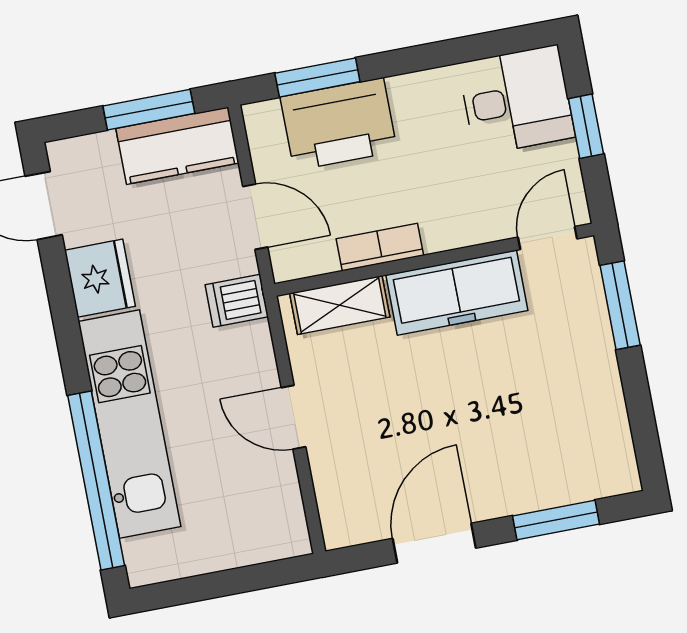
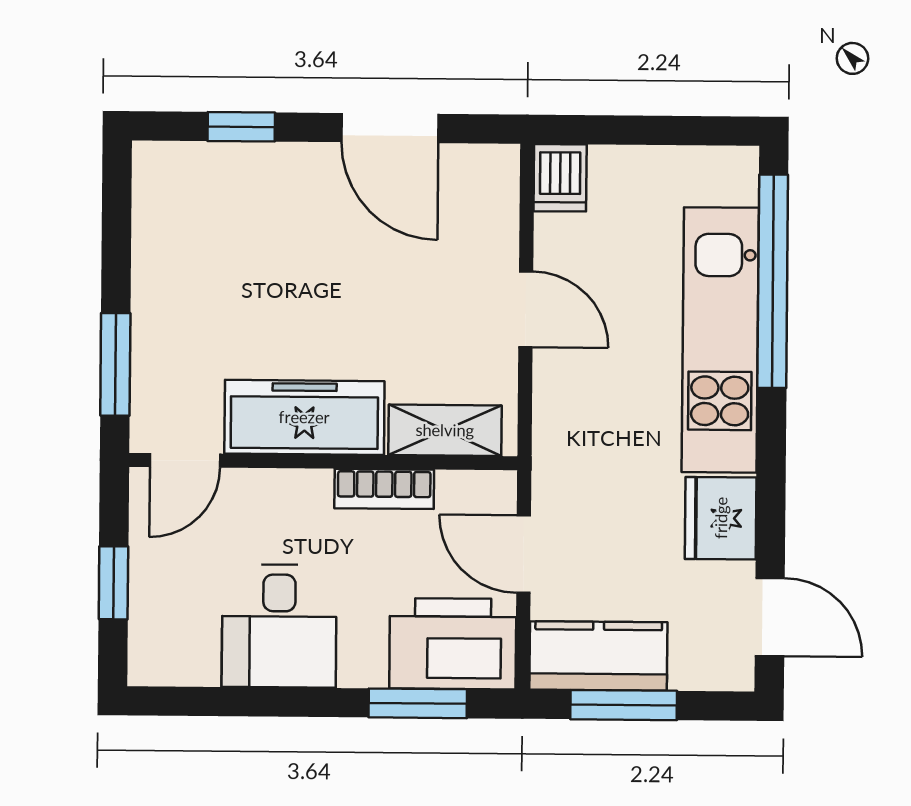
desk: (516, 100) -> (279, 626), moved, turned -90
printer: (339, 124) -> (453, 644), moved
dishwasher: (237, 301) -> (560, 178), moved, turned 90
window: (556, 520) -> (241, 127), width x0.67
door: (434, 543) -> (390, 128), hinge flipped

